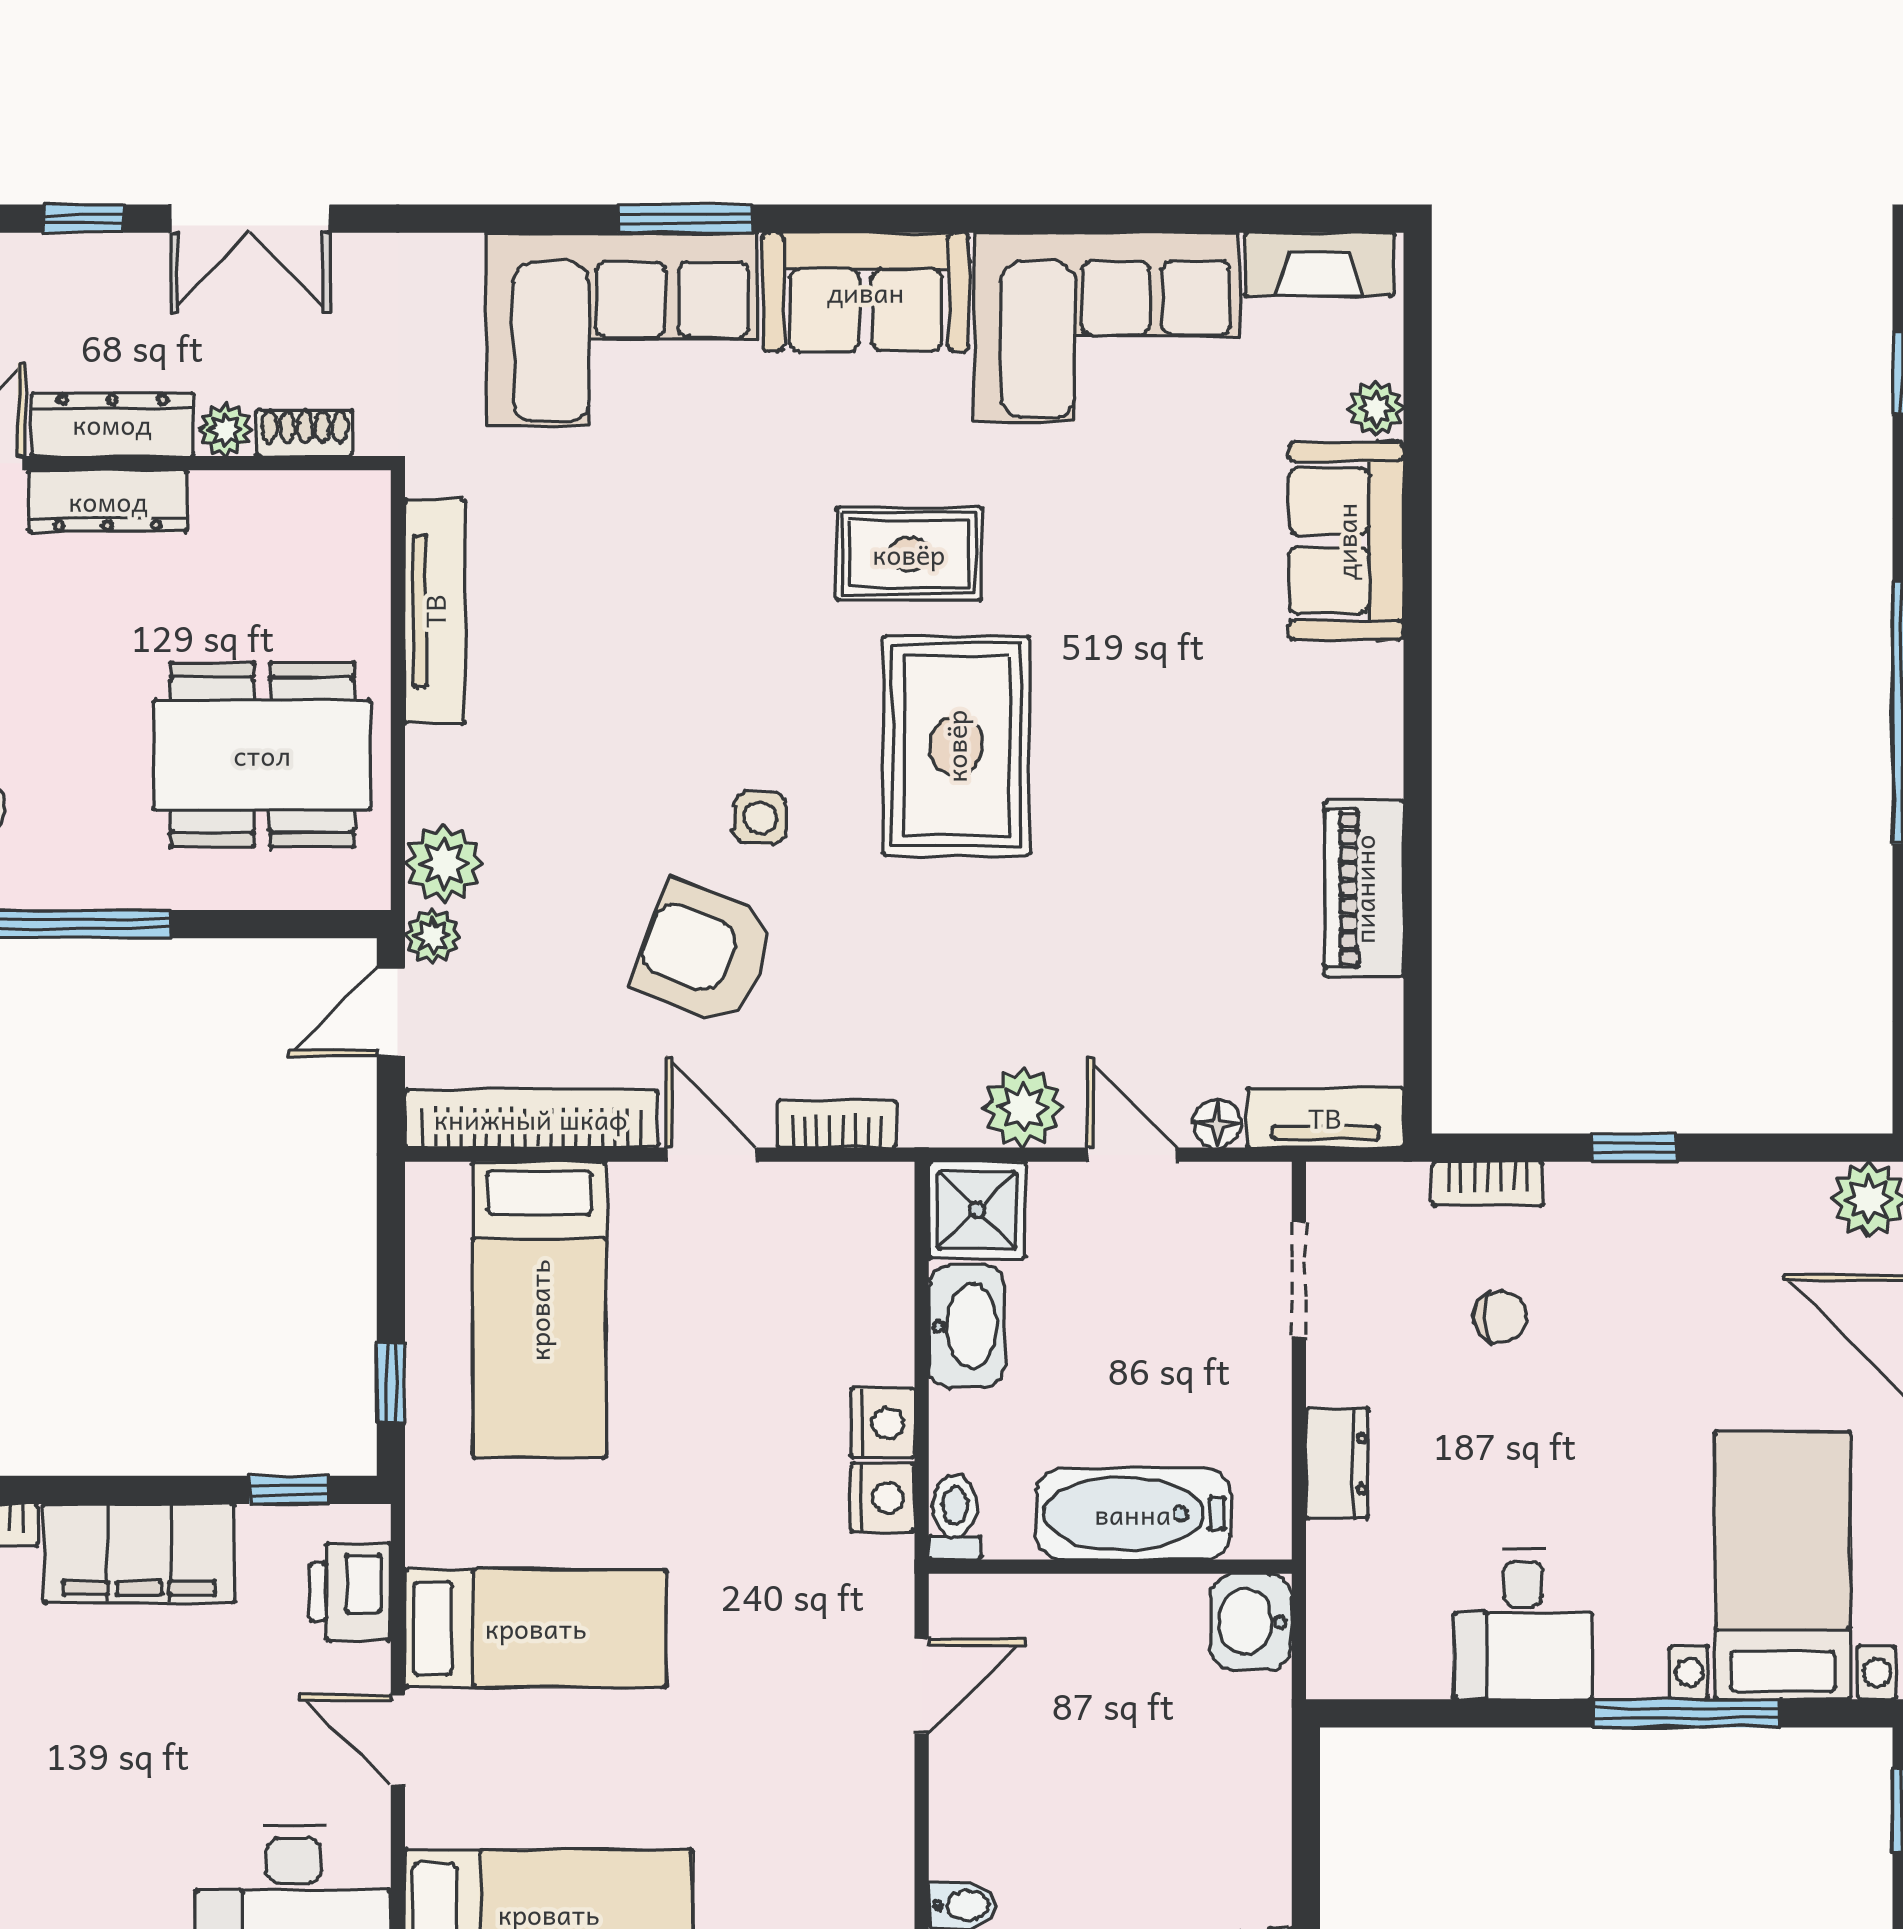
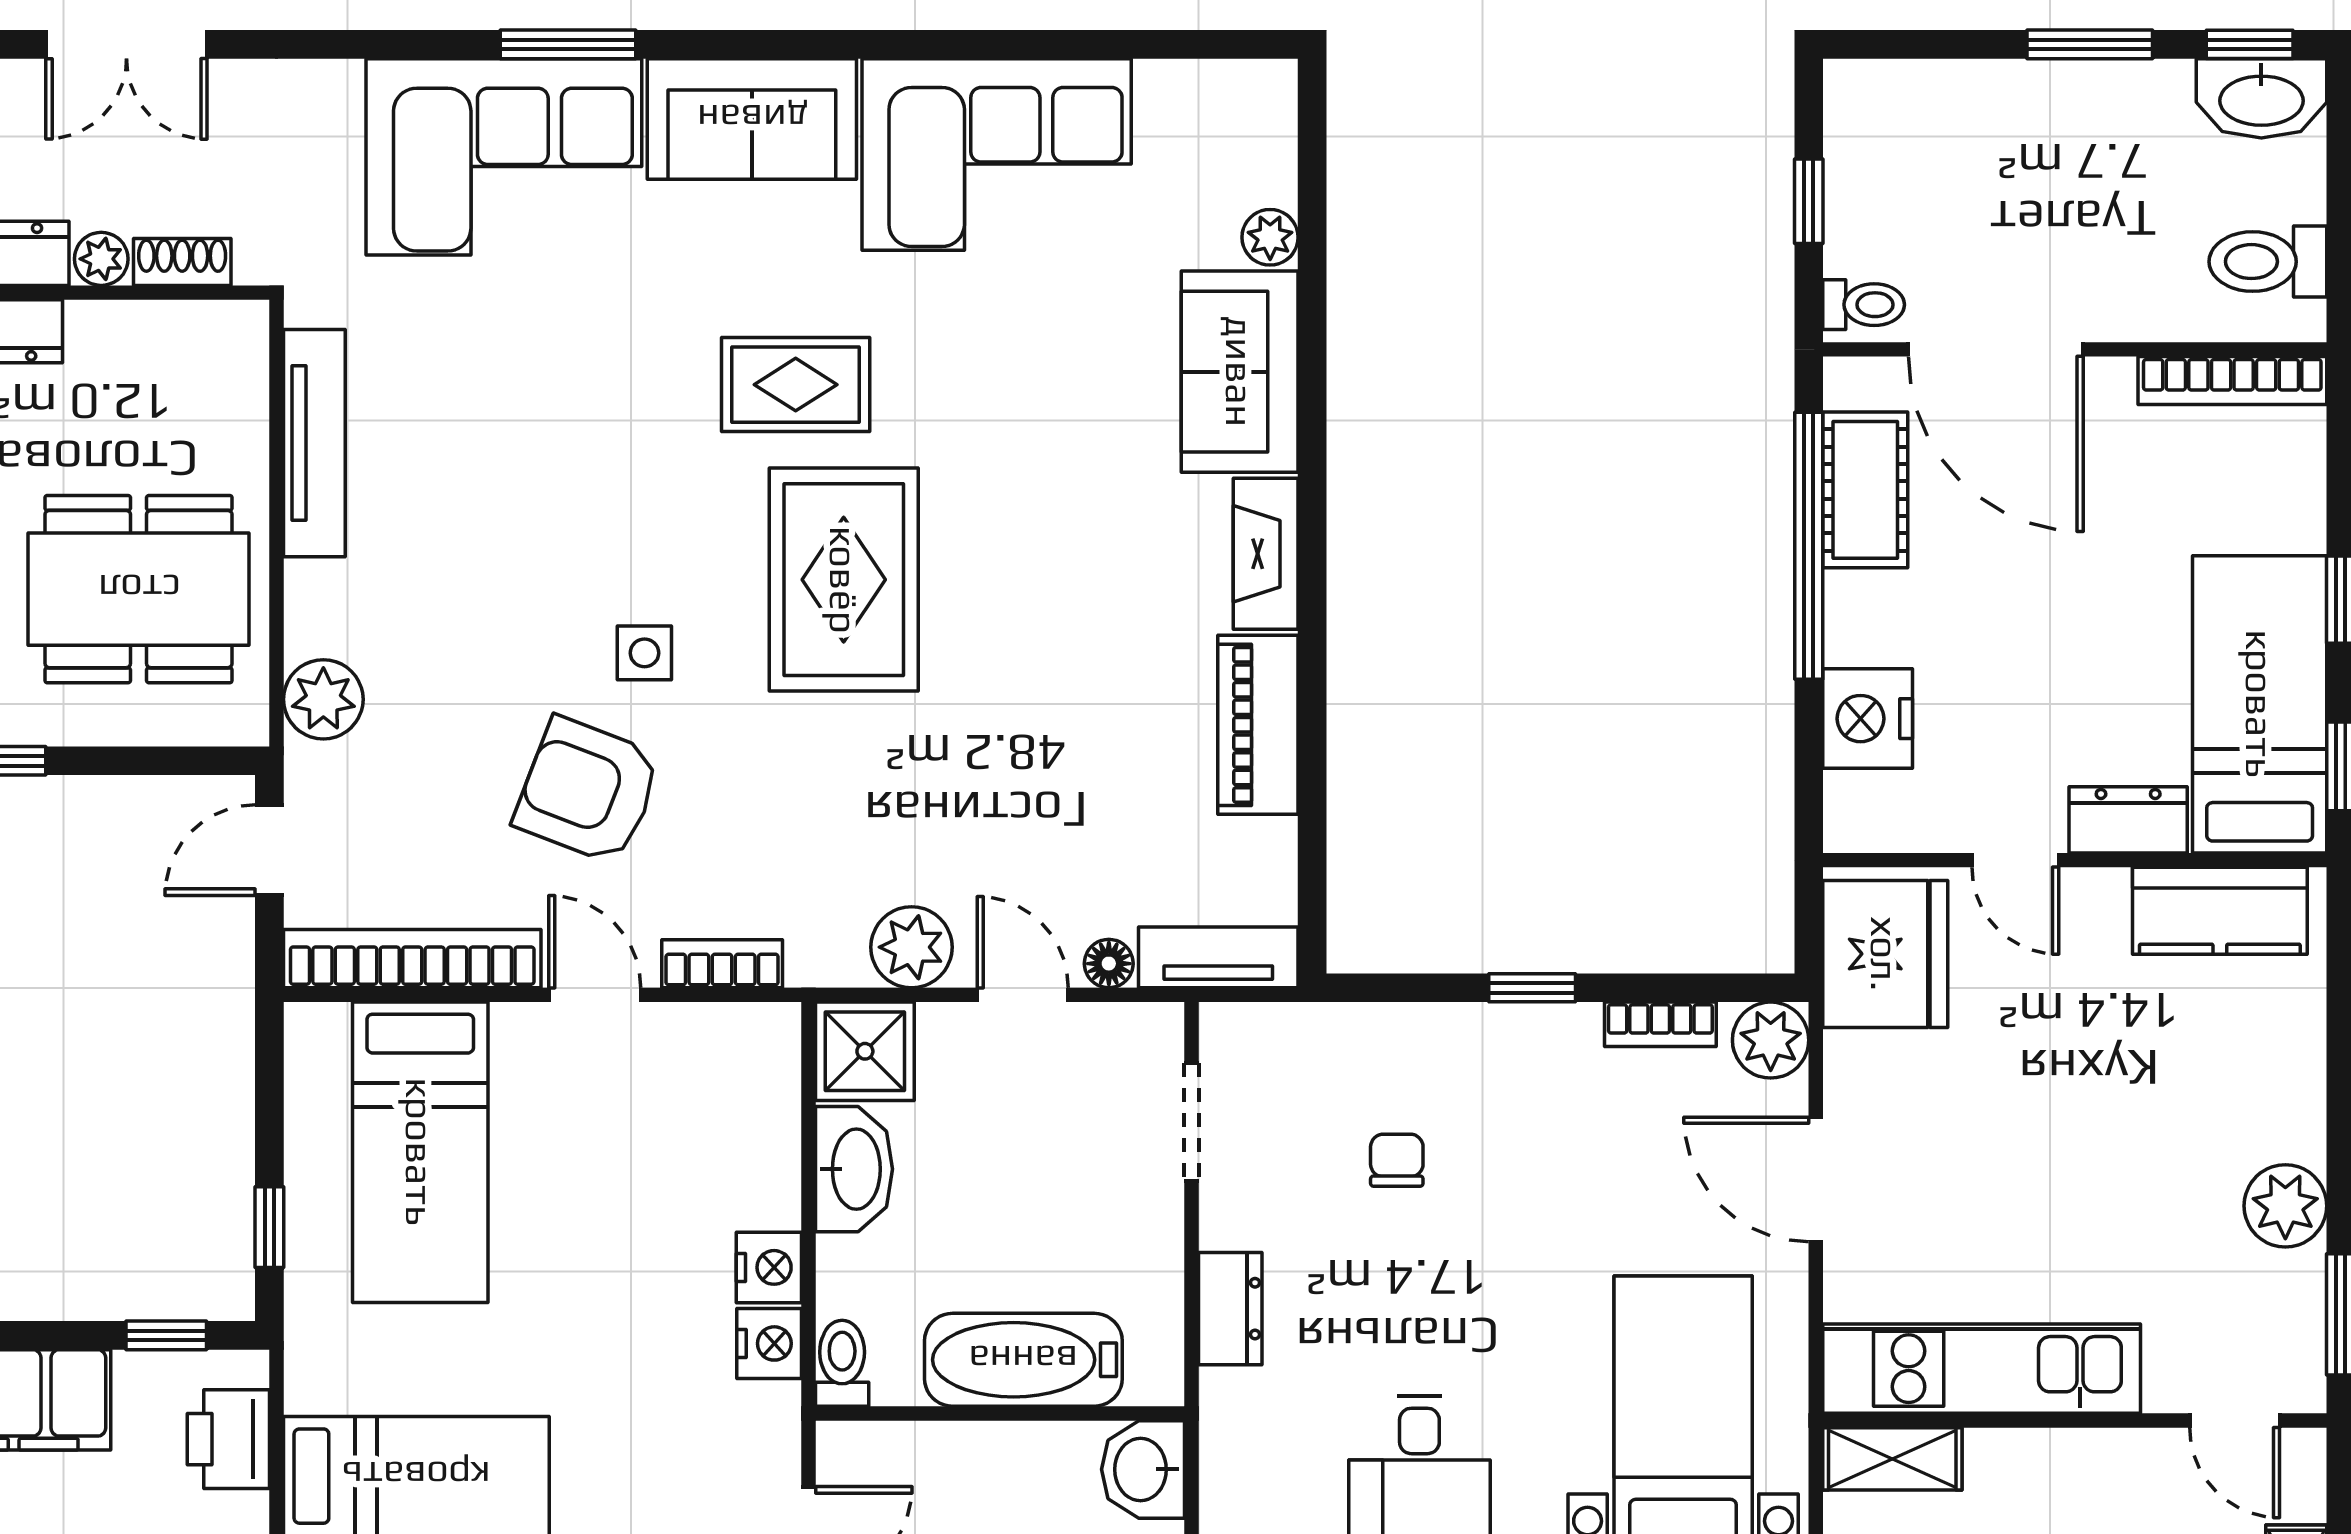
fireplace: (1319, 264) -> (1266, 554), moved, turned 90
plant: (433, 936) -> (312, 773), removed
bookcase: (1488, 1183) -> (1660, 1024), moved
chair: (1501, 1317) -> (1397, 1160), turned -90

